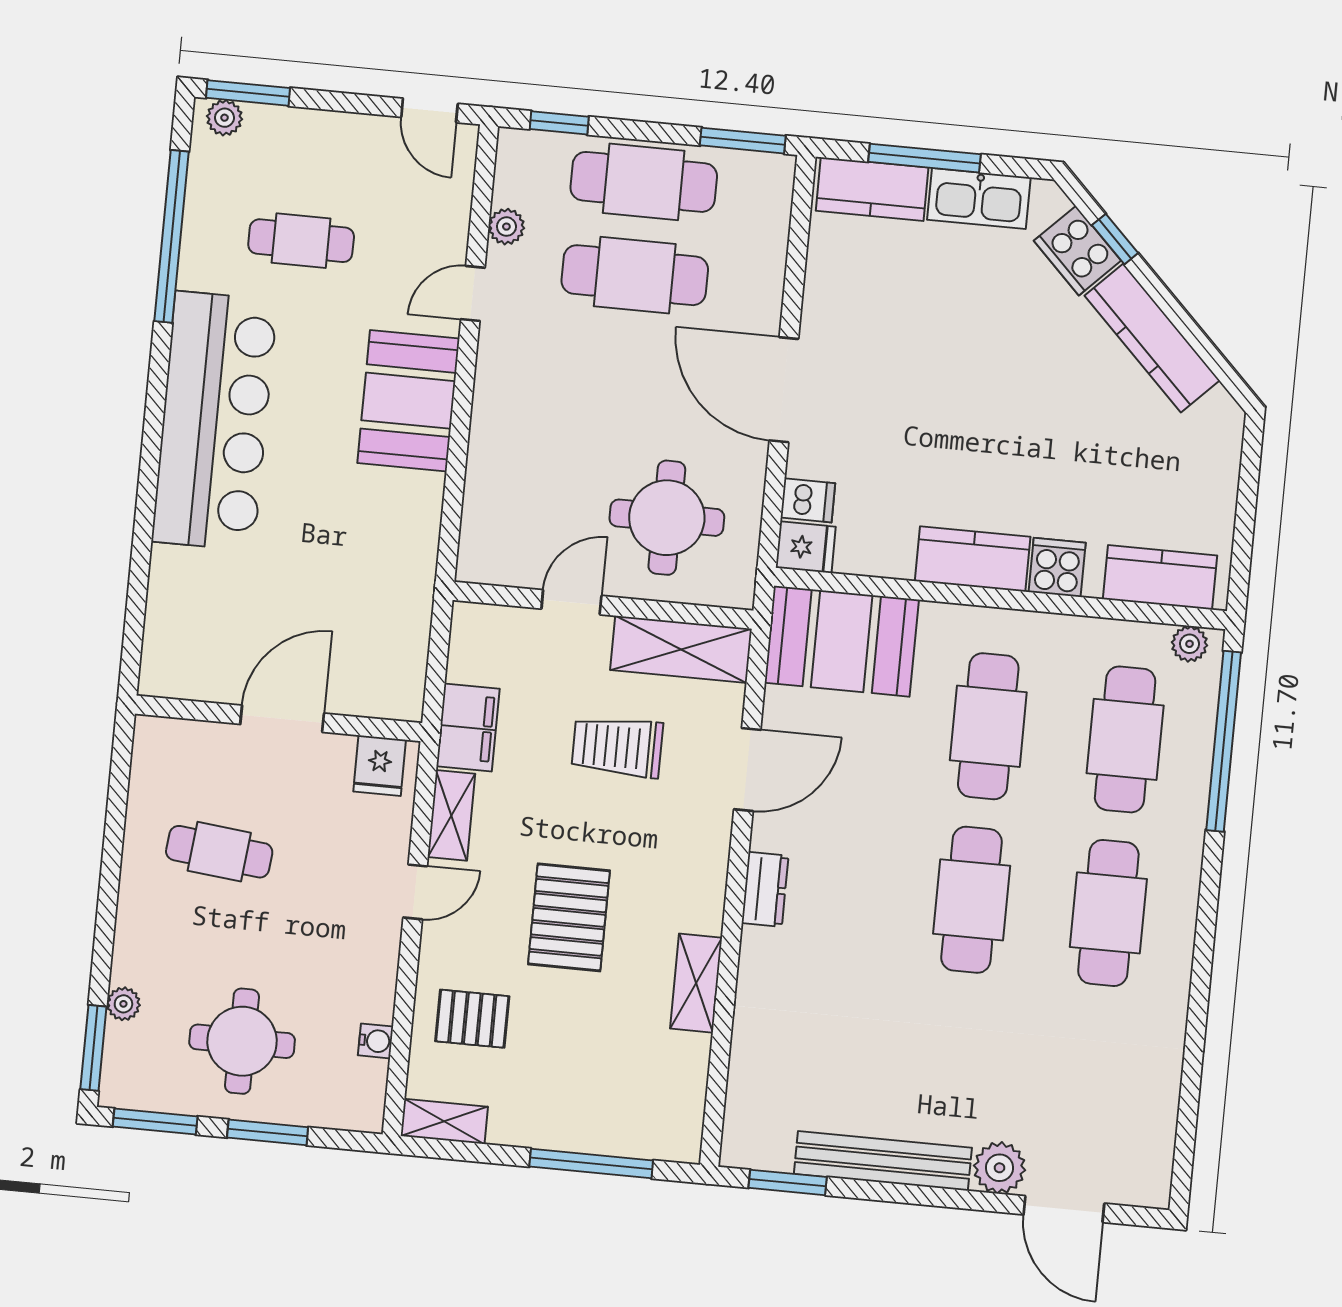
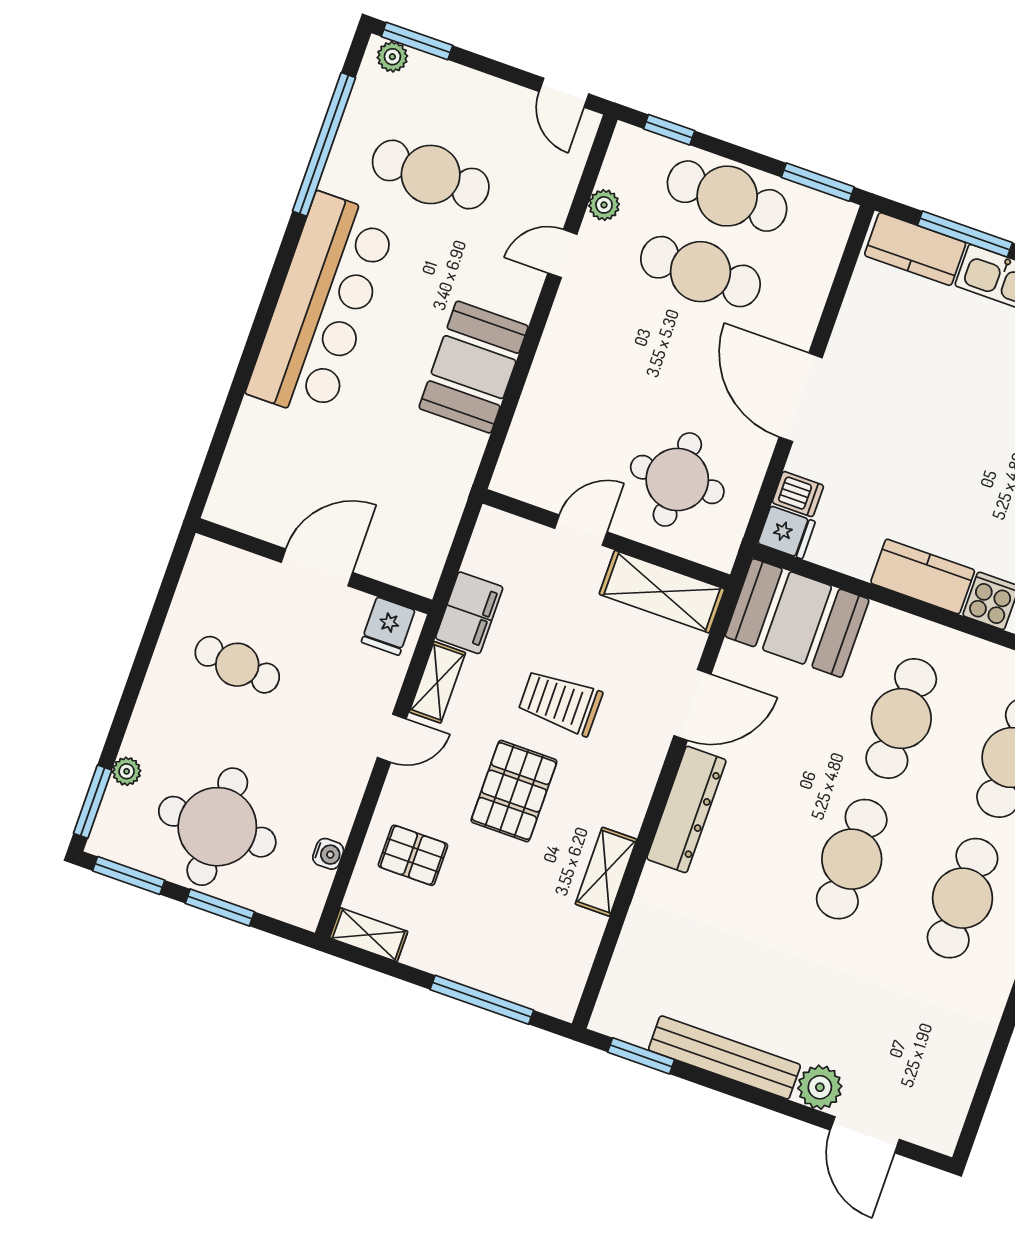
cafe table: (301, 241) -> (431, 174), width x1.37, depth x1.35
booth: (408, 401) -> (474, 367), moved
trolley: (617, 747) -> (560, 702), moved
dresser: (765, 889) -> (686, 809), width x1.96, depth x1.24
round table: (242, 1041) -> (217, 827), width x1.36, depth x1.36

